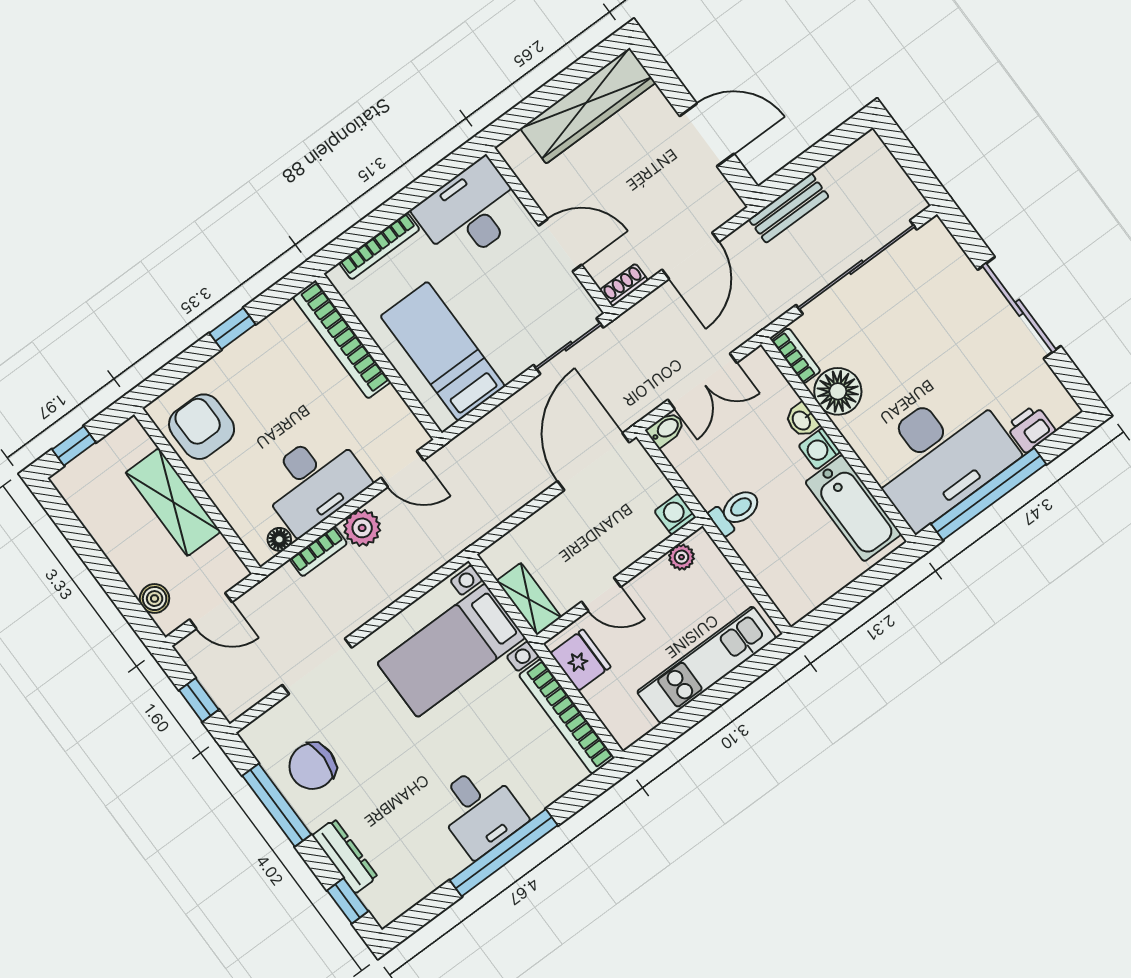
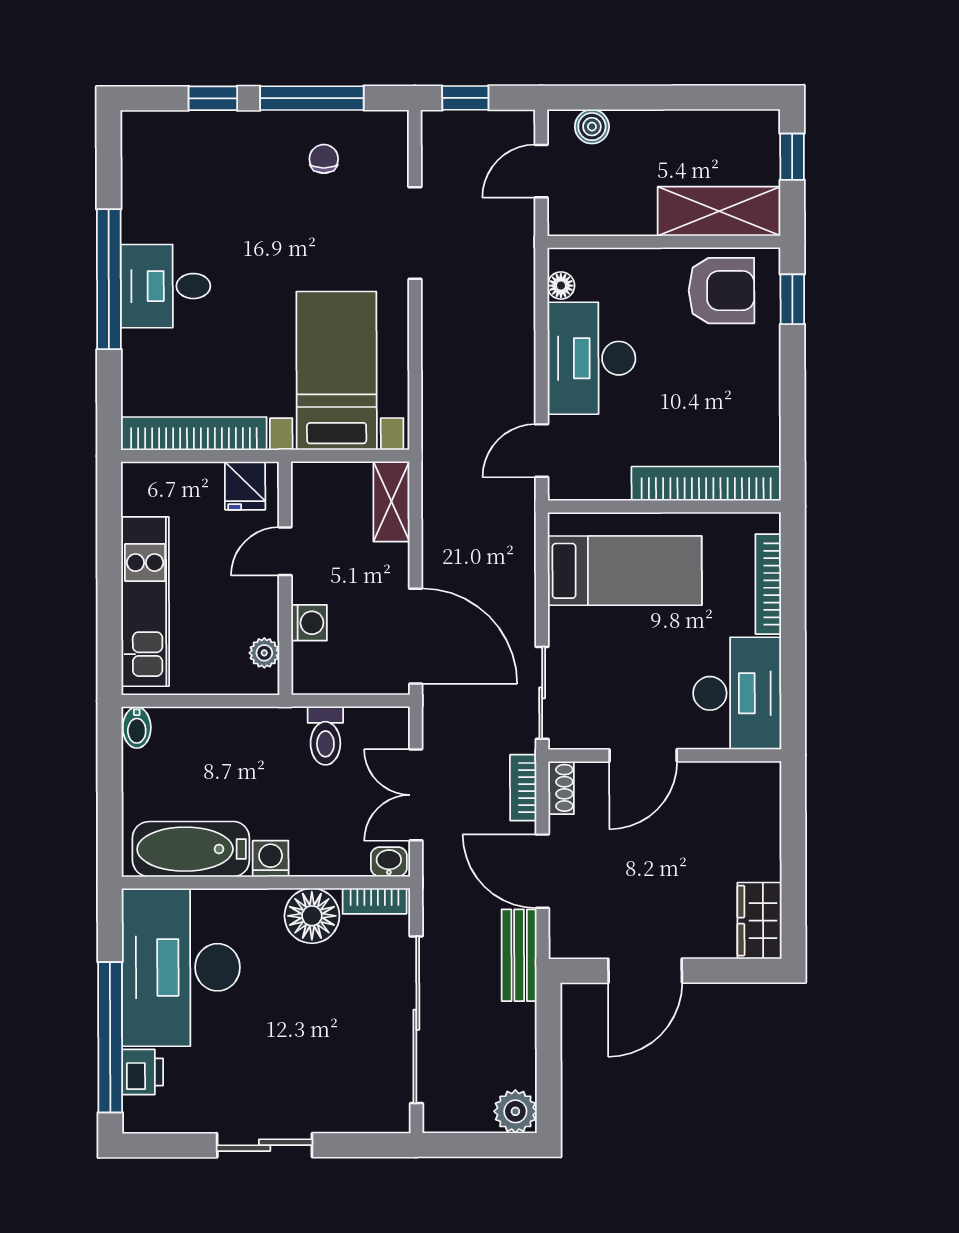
wardrobe: (588, 106) -> (759, 921), width x0.48, depth x0.85
bench: (789, 208) -> (519, 955), moved
sliding door: (1019, 308) -> (265, 1145), width x0.73
window: (232, 329) -> (792, 299), moved
washbasin: (802, 420) -> (389, 862), moved
bidet: (666, 429) -> (137, 727), moved
window: (989, 494) -> (110, 1037), moved
shelving: (173, 502) -> (719, 211), moved
toilet: (735, 511) -> (325, 736), moved
washing machine: (675, 514) -> (309, 623), moved
plant: (362, 528) -> (515, 1111), moved
bookcase: (318, 551) -> (523, 788), moved
shelving: (529, 599) -> (391, 502), moved, turned 90
fridge: (580, 660) -> (245, 486), width x0.72
chair: (312, 766) -> (324, 159), width x0.54, depth x0.54
dresser: (345, 856) -> (216, 127), removed
window: (348, 901) -> (213, 98), moved

